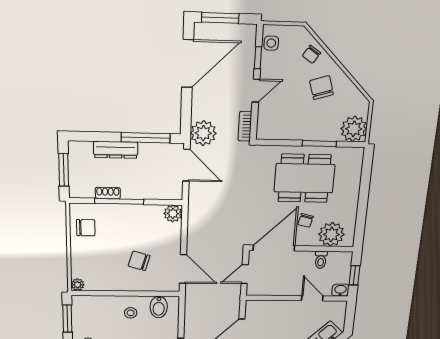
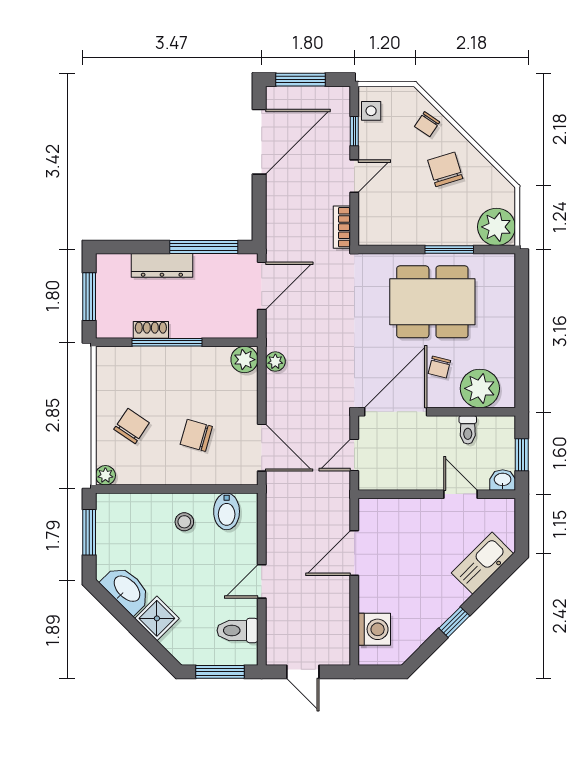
plant: (203, 133) -> (275, 362), moved, width x0.53, depth x0.53
door: (186, 165) -> (262, 286), hinge flipped
chair: (86, 228) -> (132, 426), moved, turned -56

